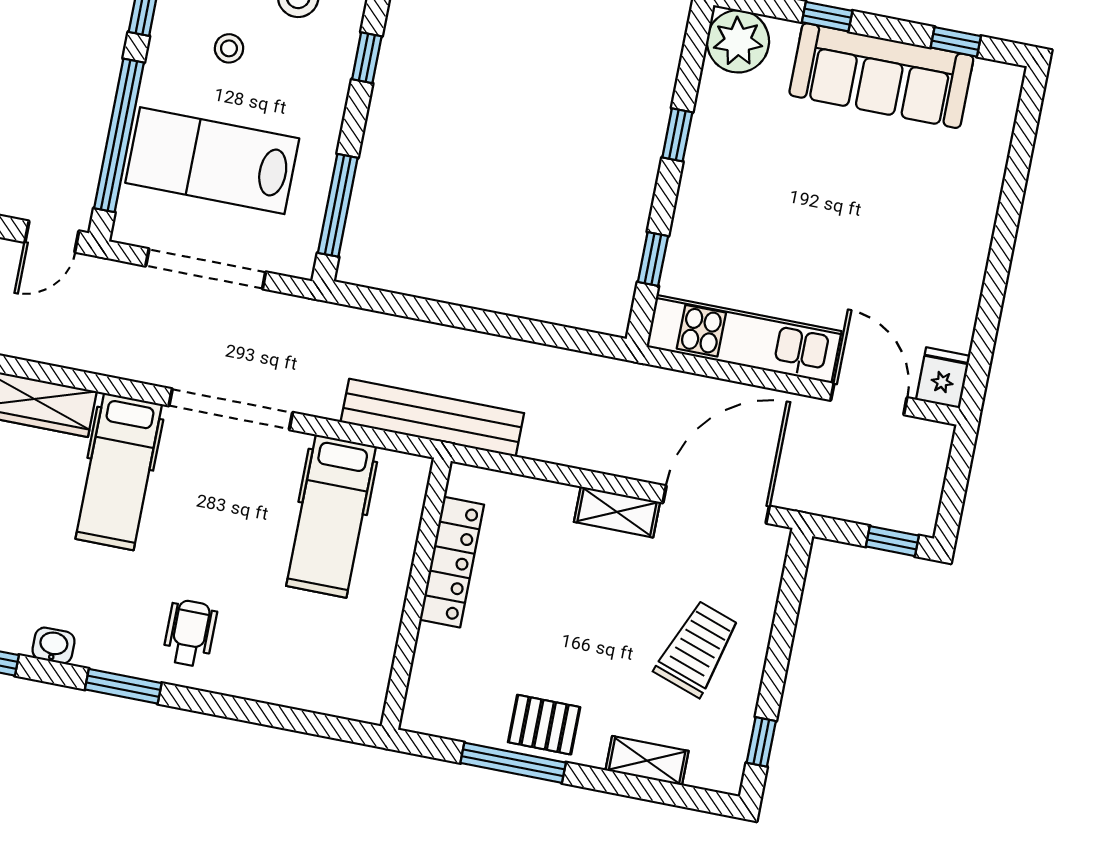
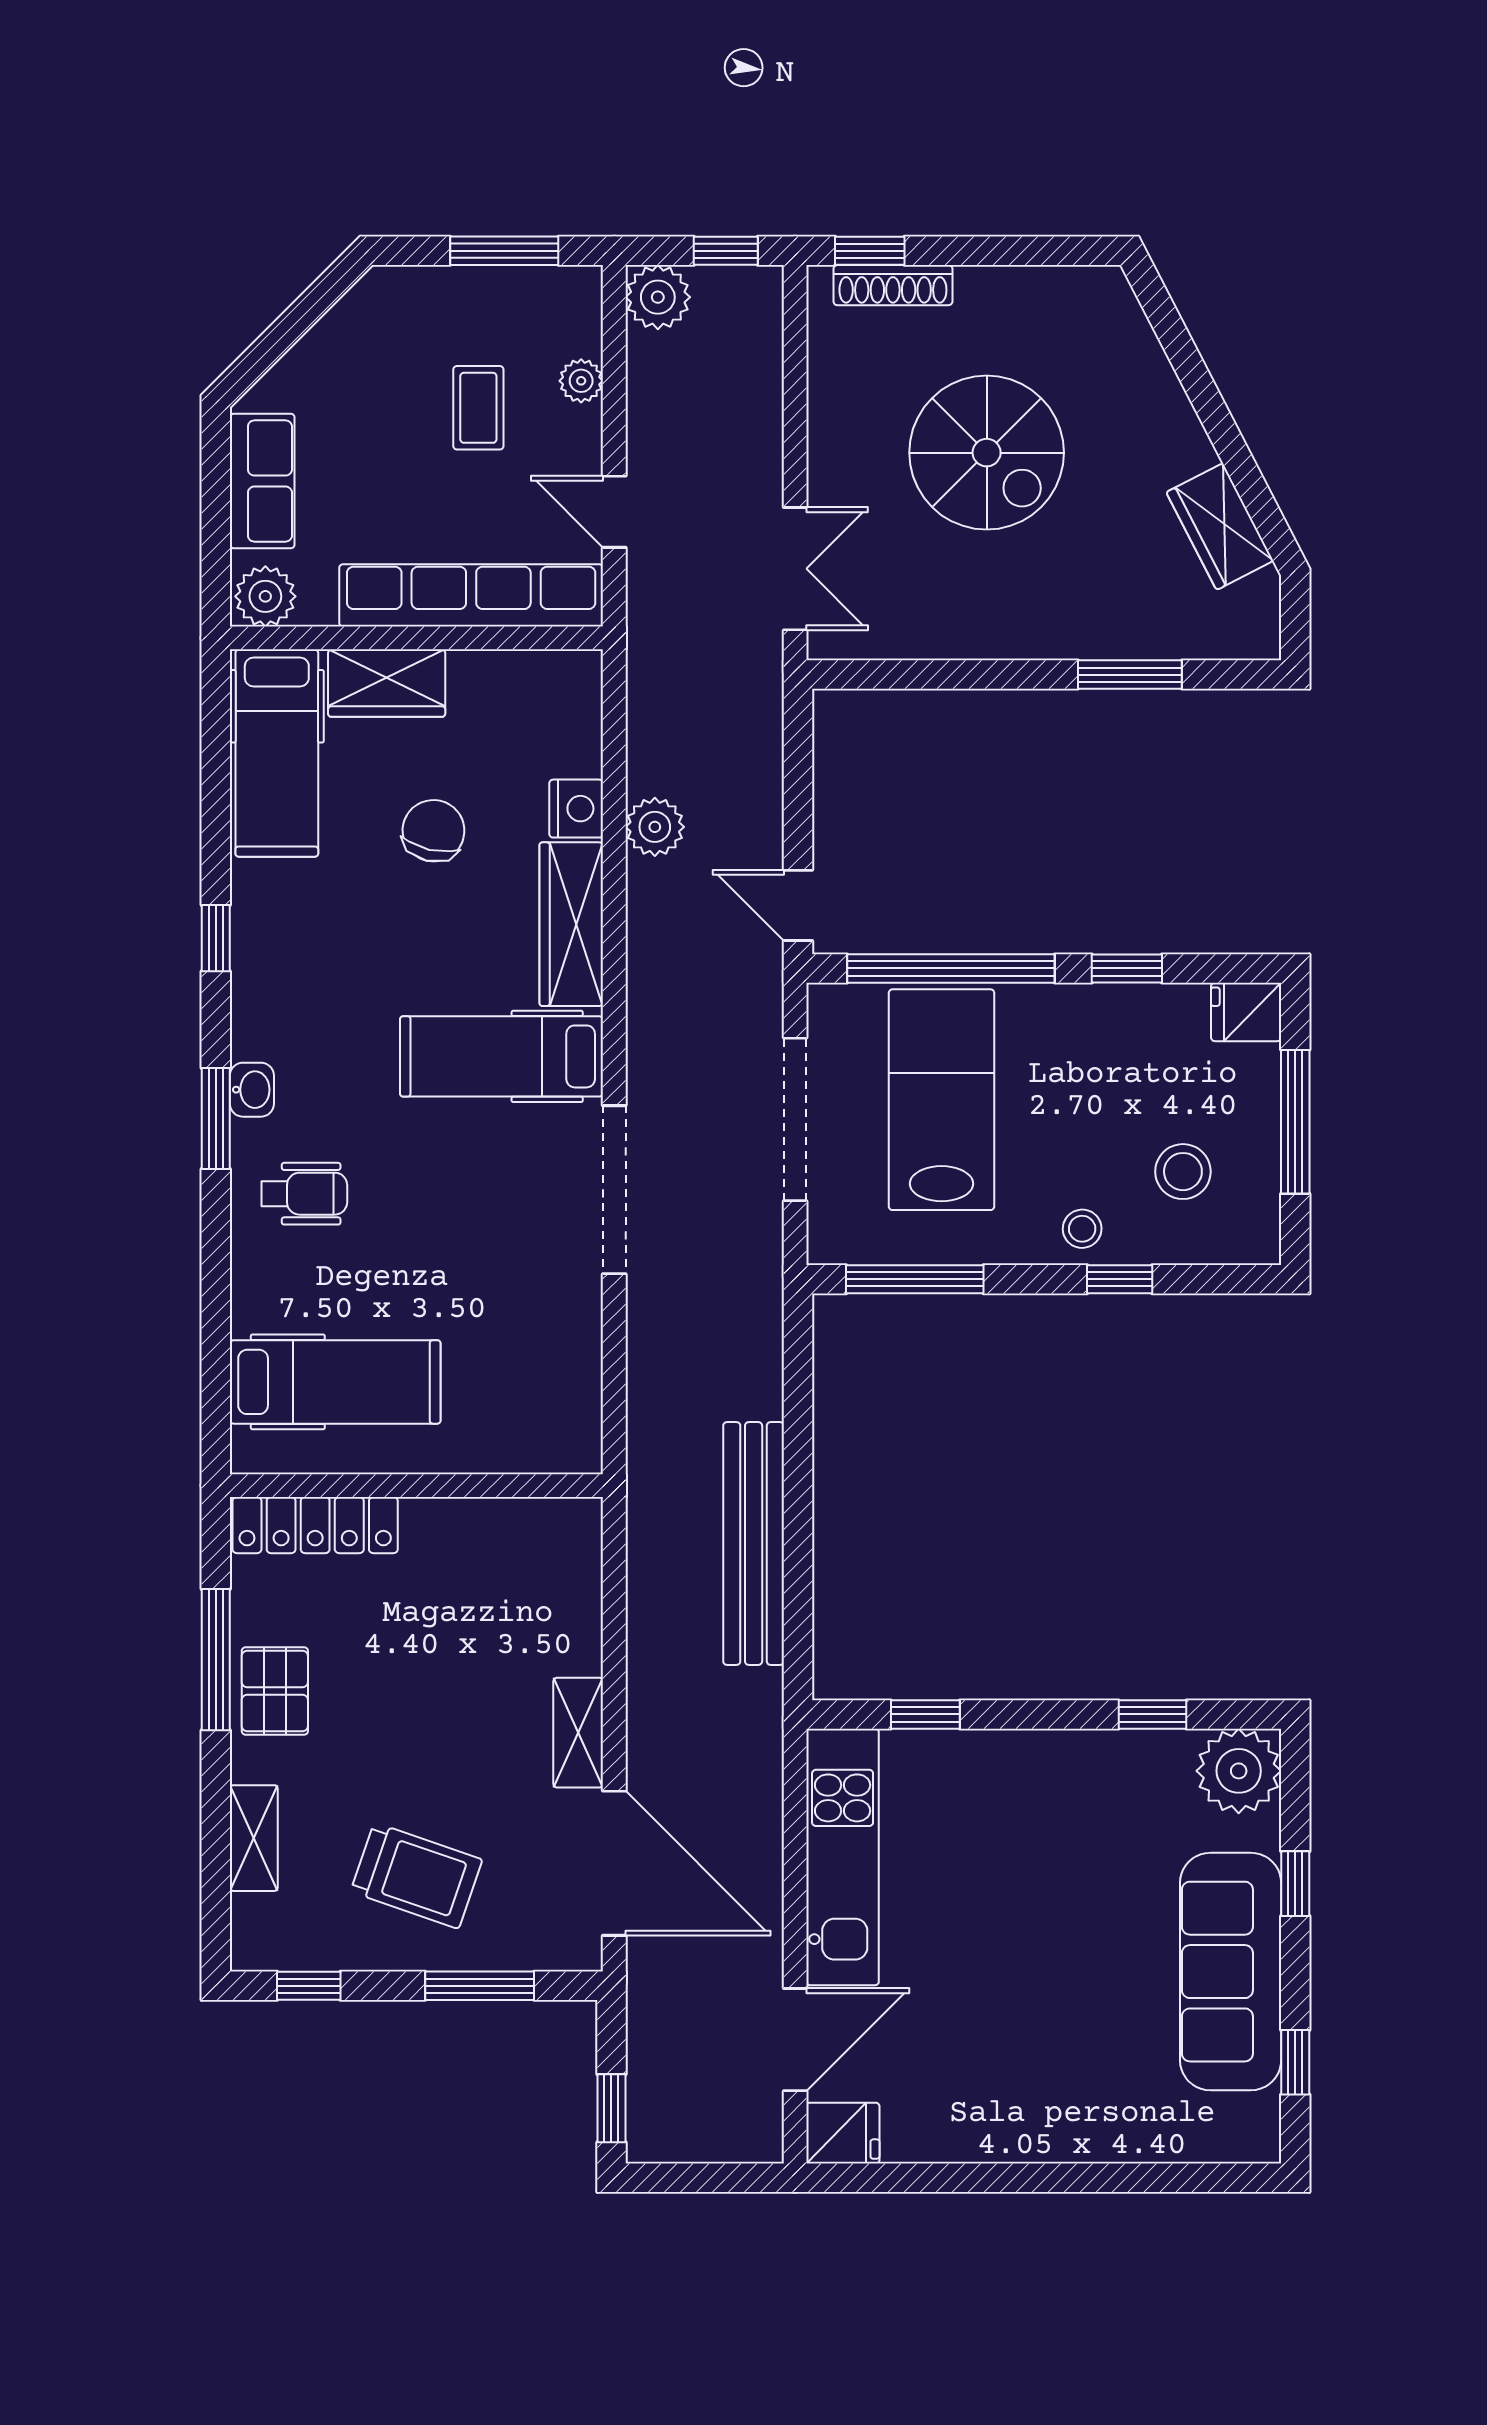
stool: (229, 48) -> (1082, 1229), moved
window: (677, 135) -> (1152, 1714), moved
bench: (432, 418) -> (754, 1544), moved
hospital bed: (331, 516) -> (335, 1382), moved, turned 180
locker: (452, 562) -> (315, 1525), moved
window: (785, 619) -> (480, 1986), added
washbasin: (53, 646) -> (252, 1090), moved

